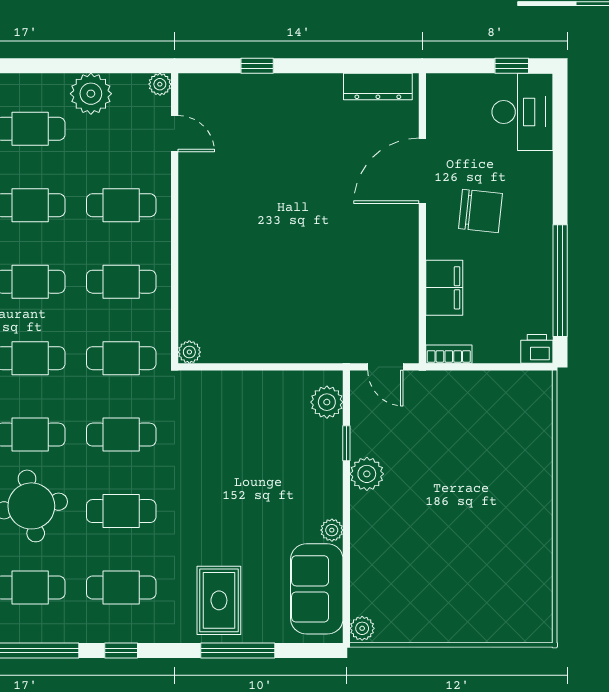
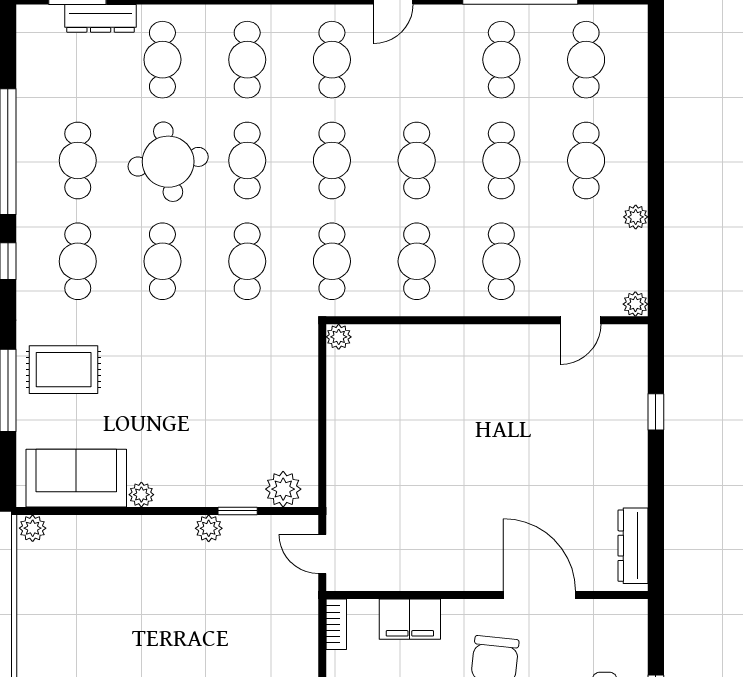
plant: (91, 94) -> (636, 217), width x0.53, depth x0.53
door: (385, 367) -> (322, 554), hinge flipped
plant: (367, 474) -> (209, 528), width x0.73, depth x0.73

